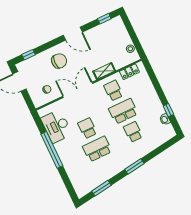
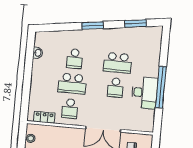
shelving: (104, 71) -> (68, 132), removed
window: (168, 110) -> (29, 60), removed
desk: (57, 126) -> (145, 93), moved

